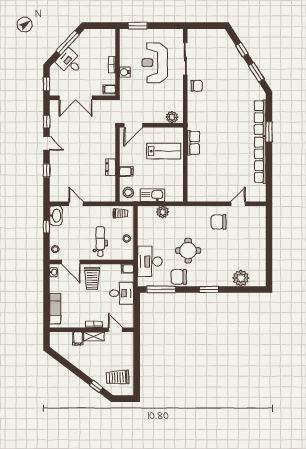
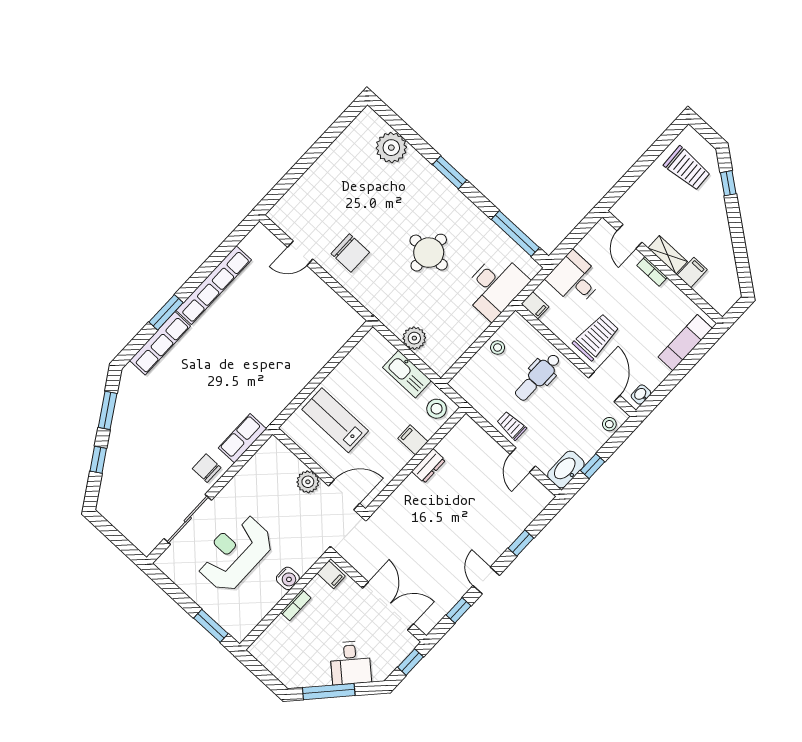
reception desk: (155, 63) -> (235, 553), turned 180
plant: (172, 117) -> (308, 482), moved
row of seats: (193, 143) -> (242, 438), moved
trolley: (121, 213) -> (511, 426), moved
chair: (179, 277) -> (475, 228), removed

